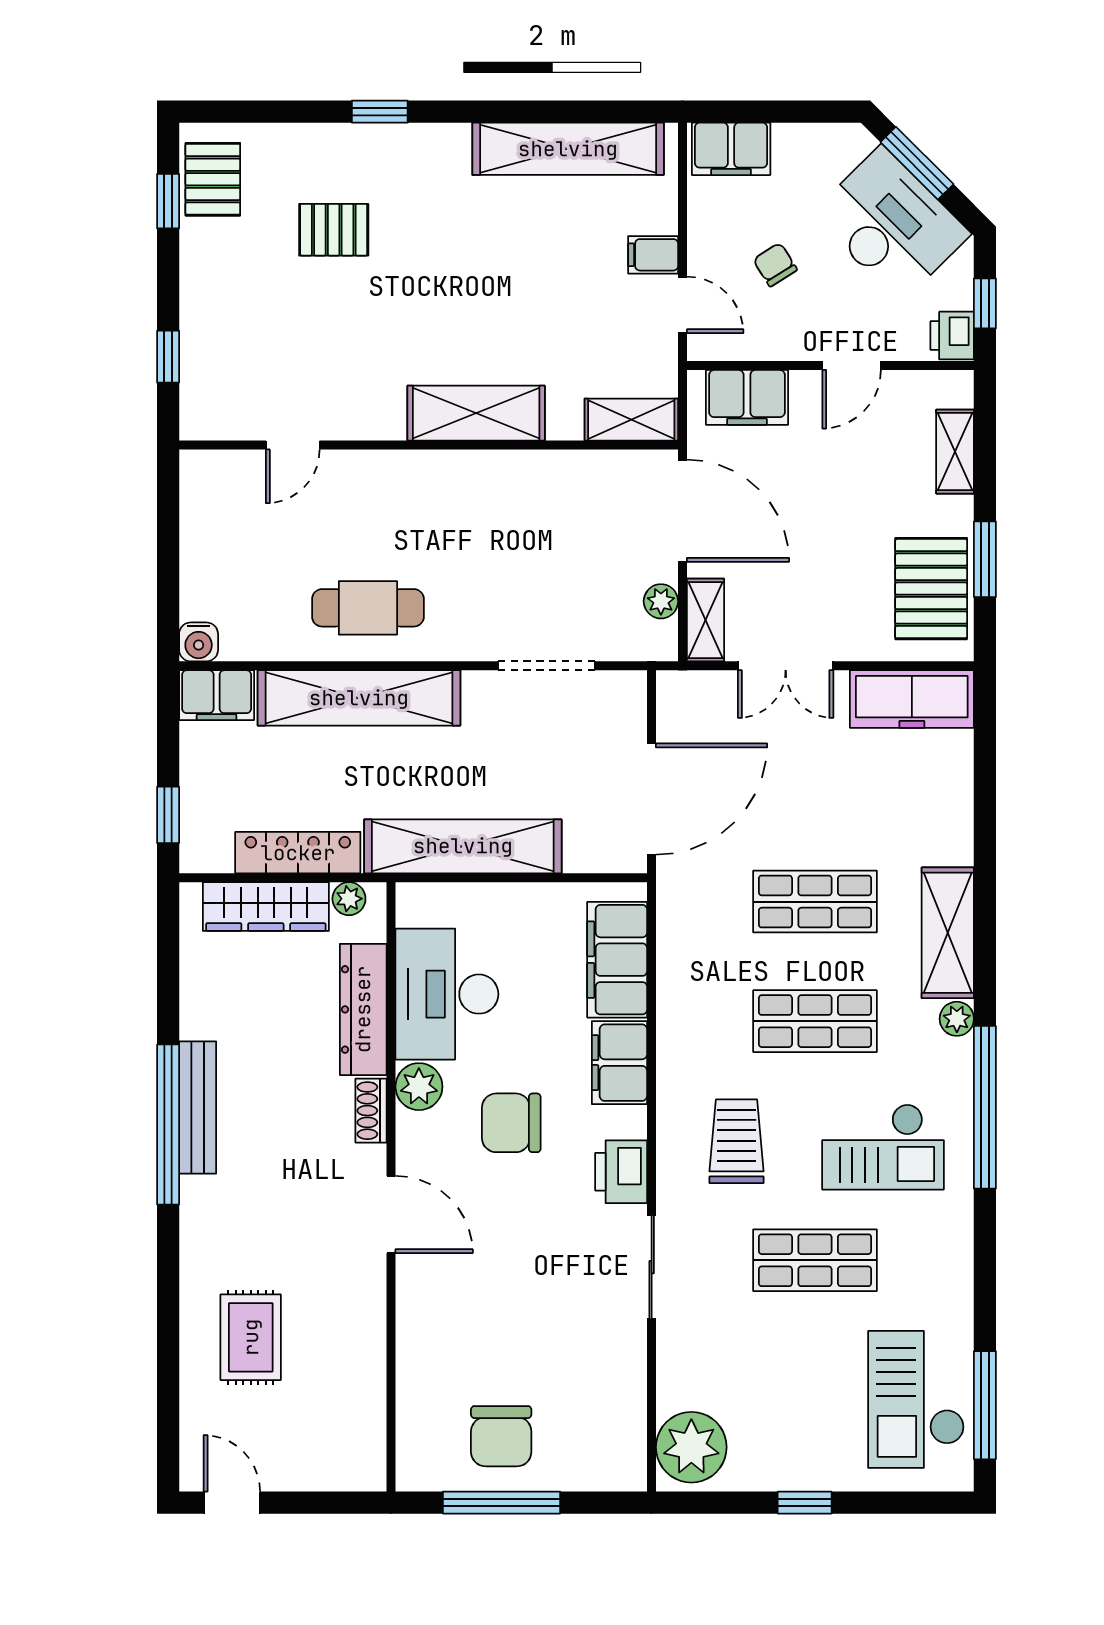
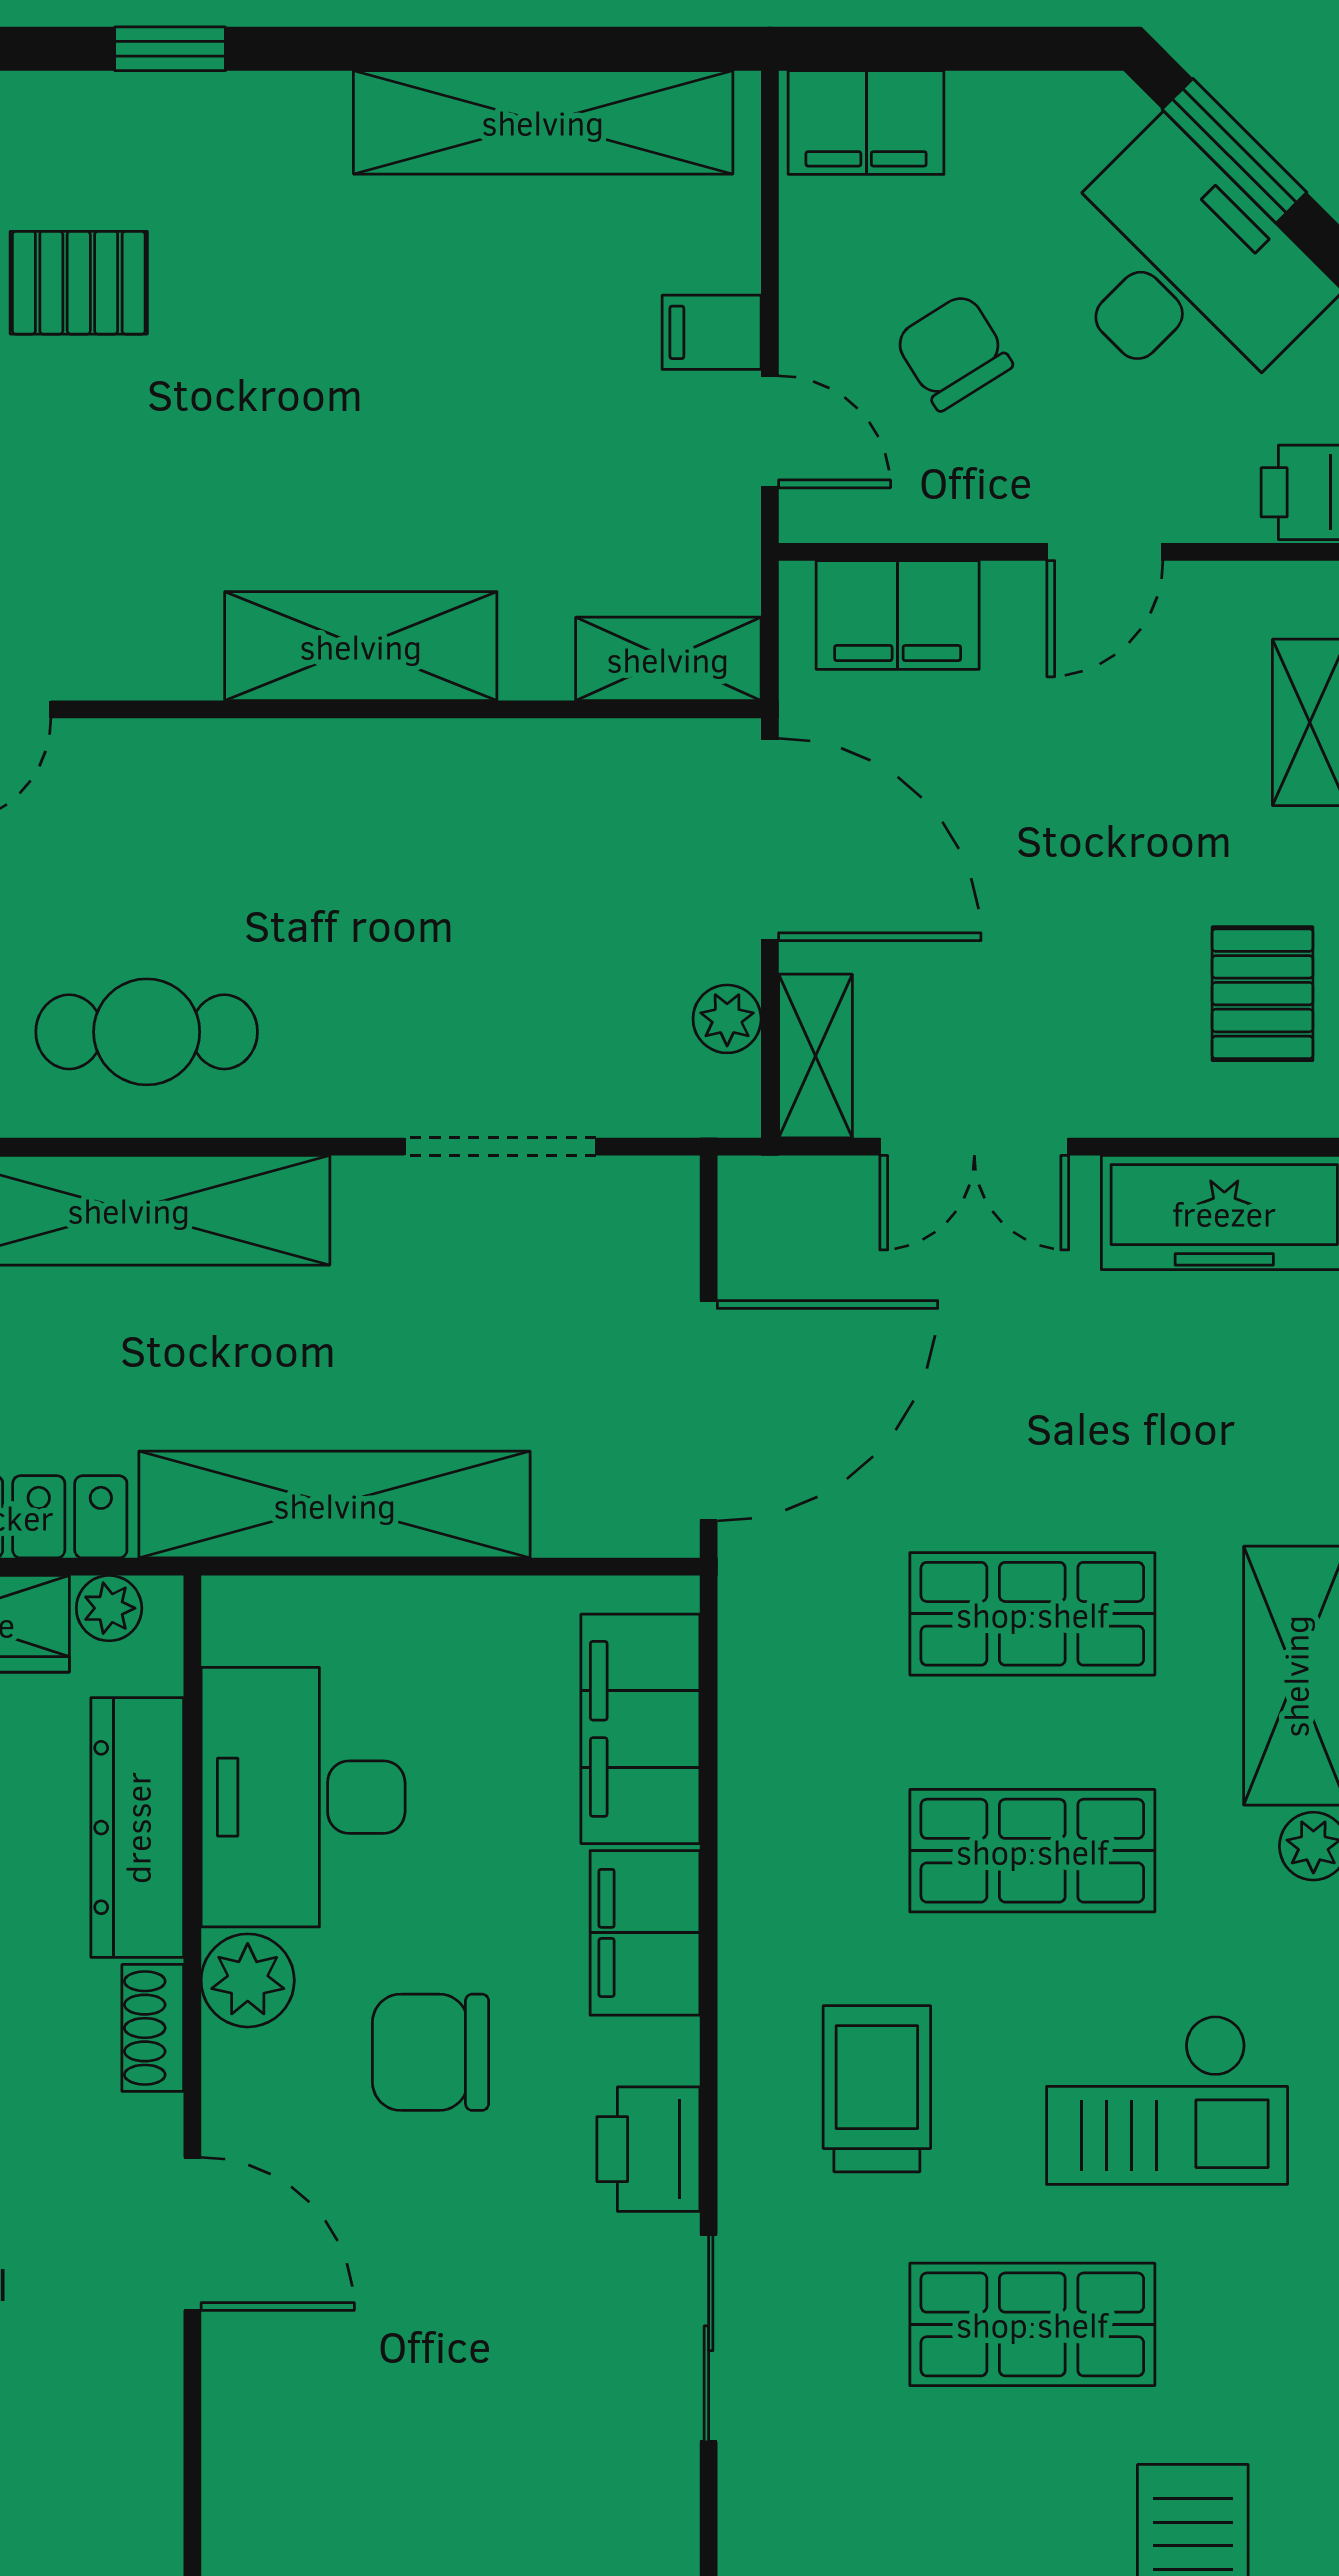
chair: (775, 265) -> (953, 352), width x1.37, depth x1.37
pallet: (931, 589) -> (1263, 994), width x0.67, depth x0.71

